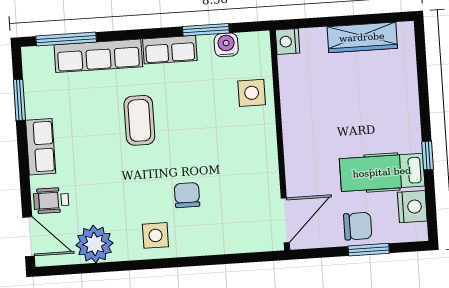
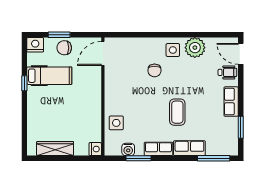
row of seats: (98, 56) -> (189, 148), width x0.68
nightstand: (412, 207) -> (35, 45), moved, turned 90
plant: (95, 244) -> (195, 48), moved

